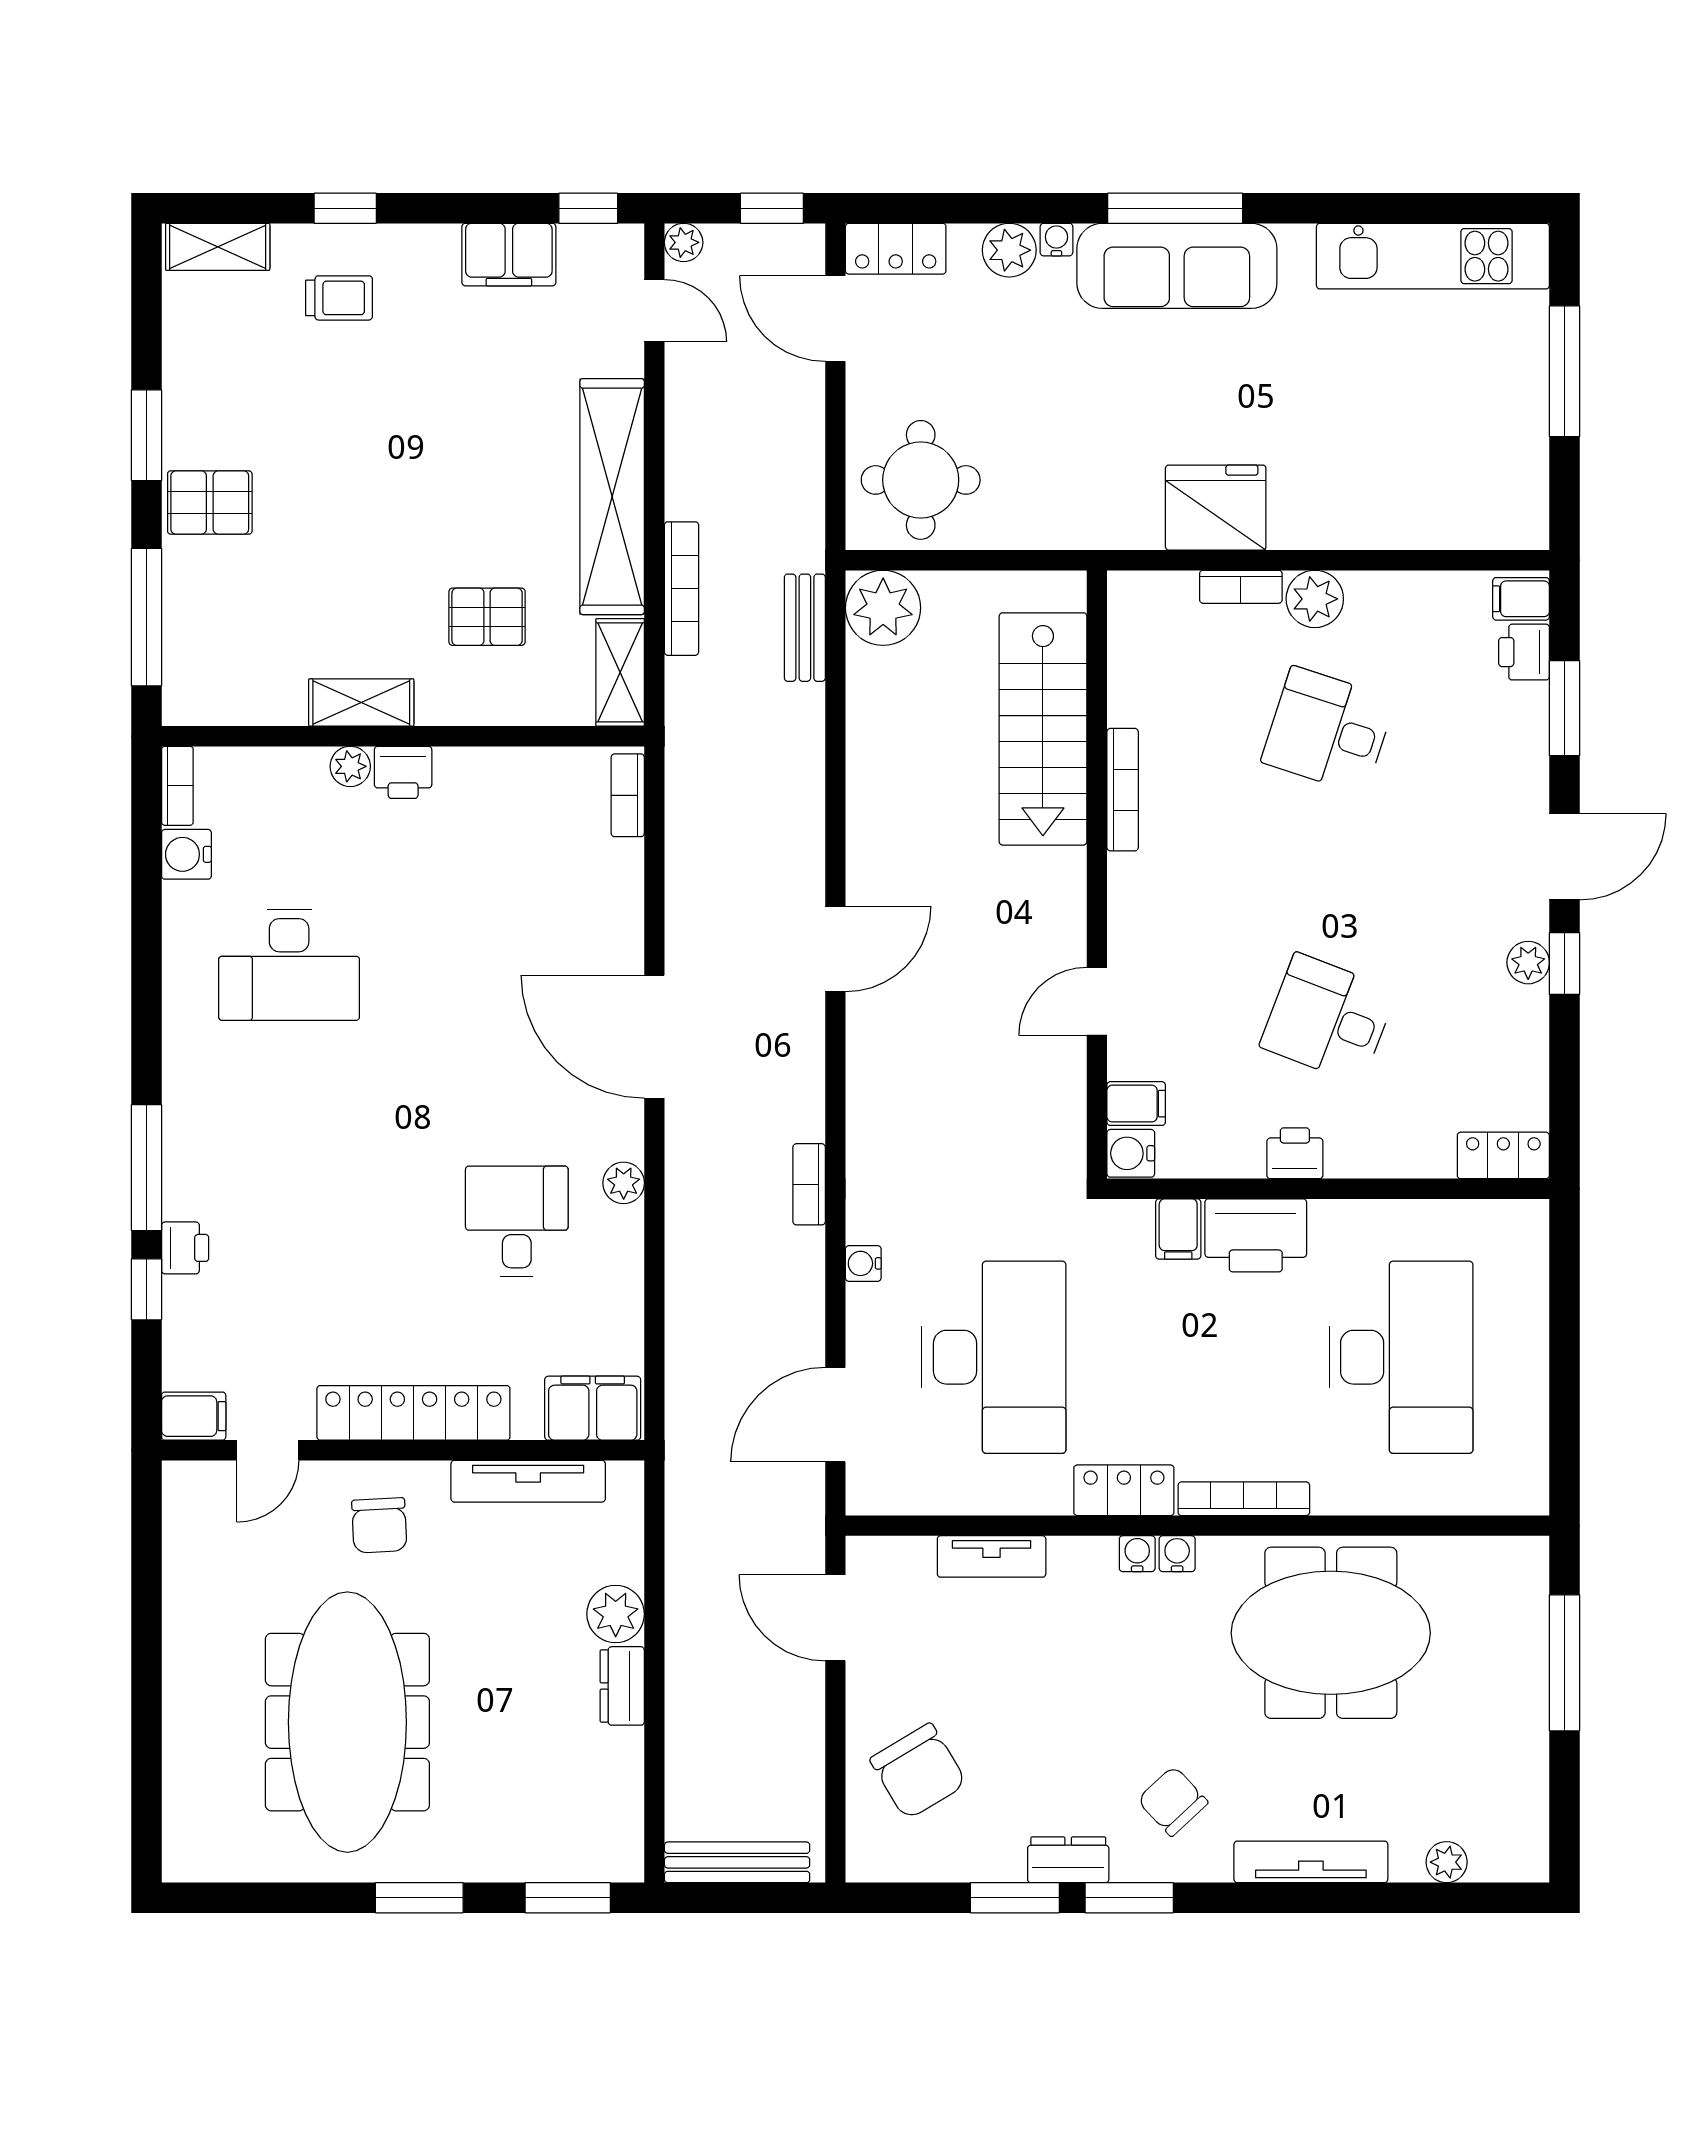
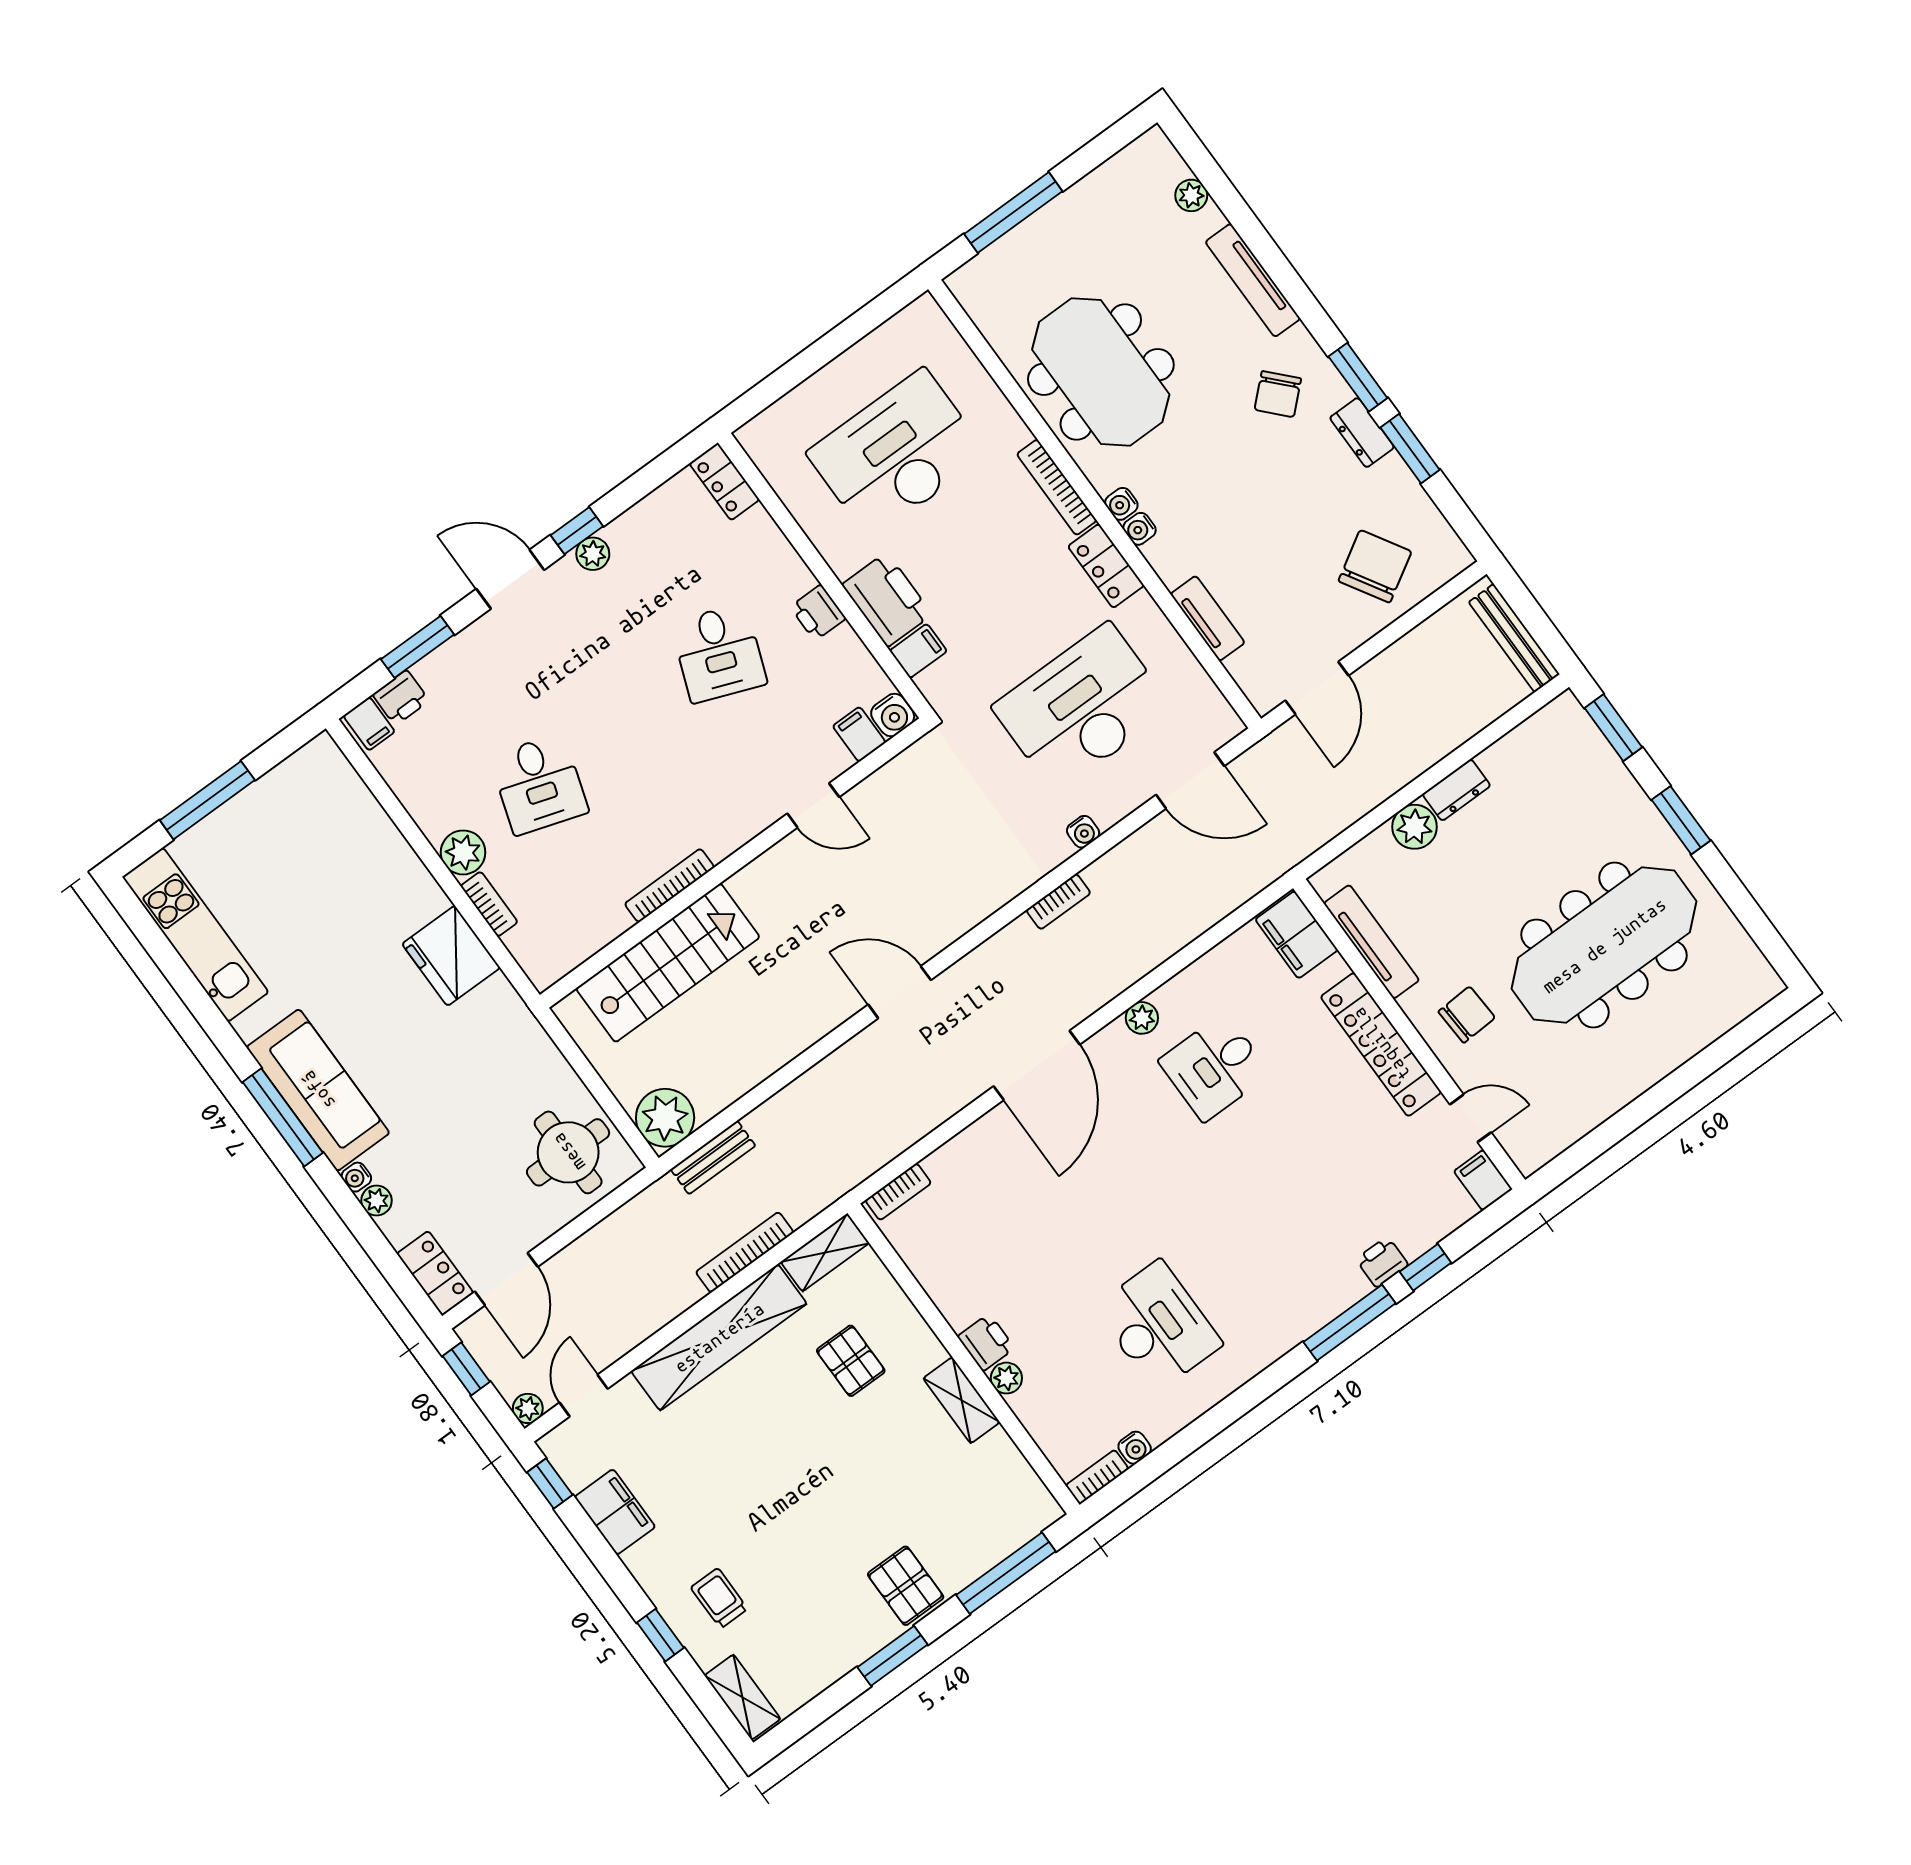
plant: (1009, 250) -> (377, 1200), width x0.73, depth x0.73
water cooler: (186, 854) -> (1135, 1448), width x0.72, depth x0.72

